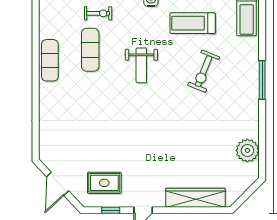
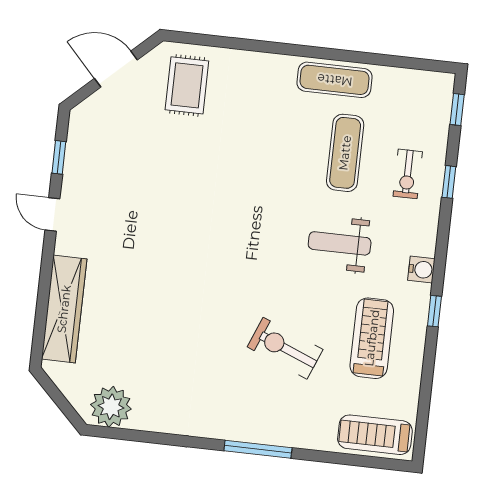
exercise mat: (90, 50) -> (345, 153), turned 90
weight bench: (141, 65) -> (340, 243), moved
plant: (247, 150) -> (111, 407), moved
rug: (104, 183) -> (187, 85), moved

